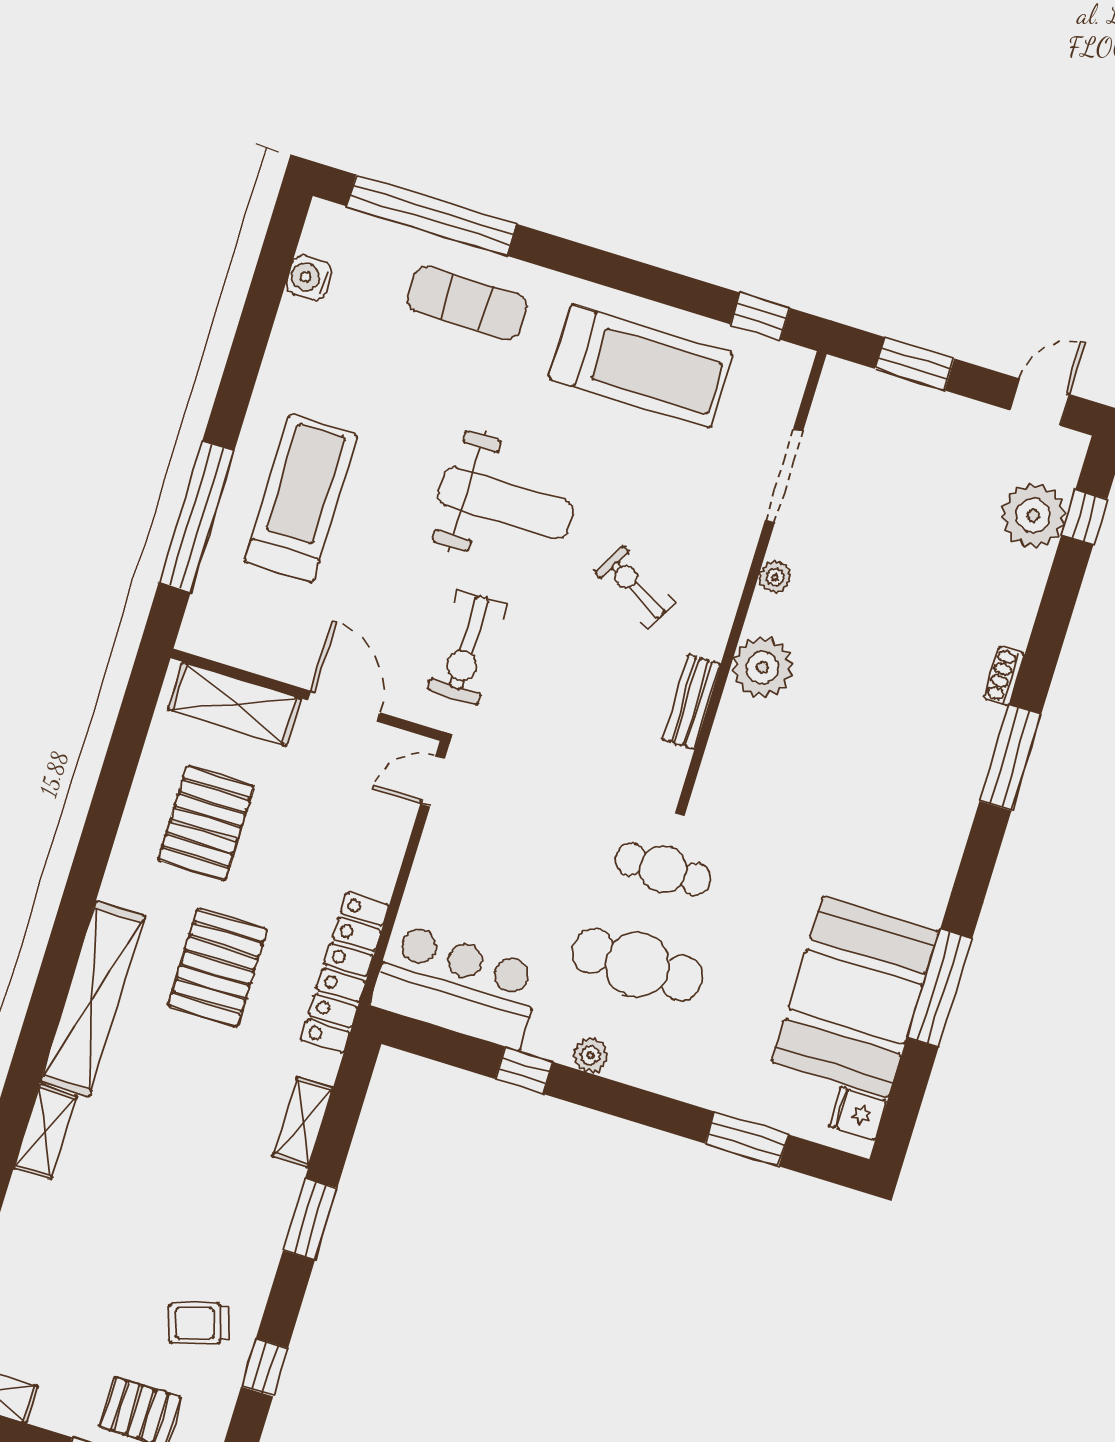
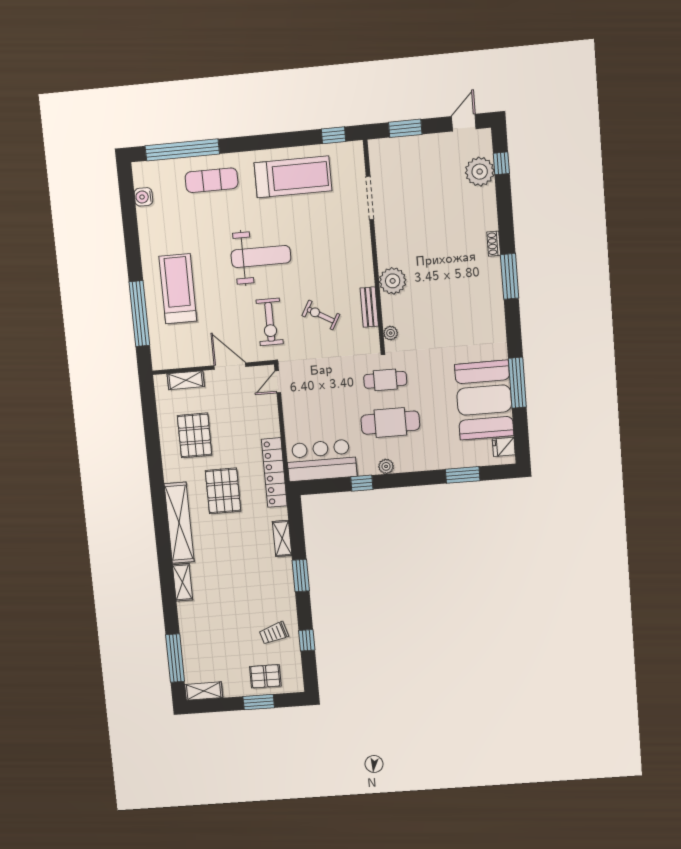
plant: (775, 577) -> (391, 333), moved
exercise bike: (635, 587) -> (321, 315), moved
shelving: (235, 704) -> (186, 380), width x0.67, depth x0.75

